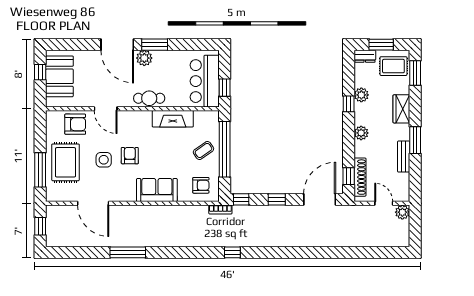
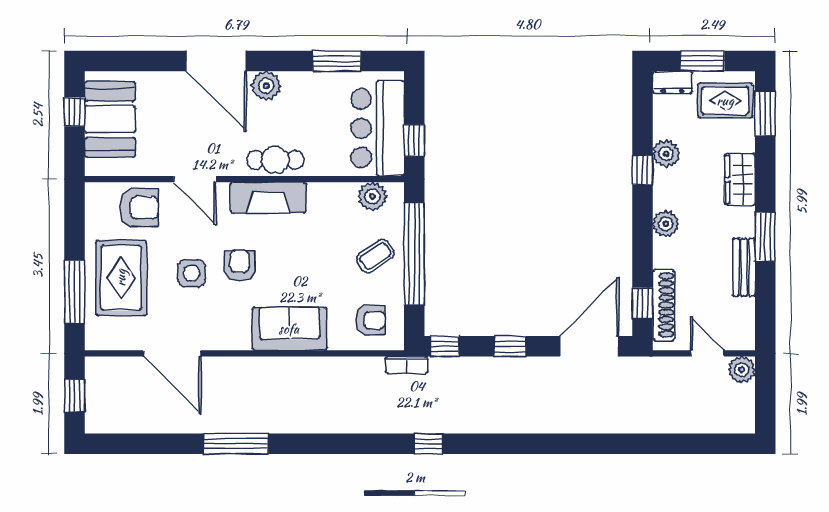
window: (155, 45) -> (337, 61), moved
plant: (202, 118) -> (372, 196), added
fireplace: (173, 119) -> (268, 198), moved

